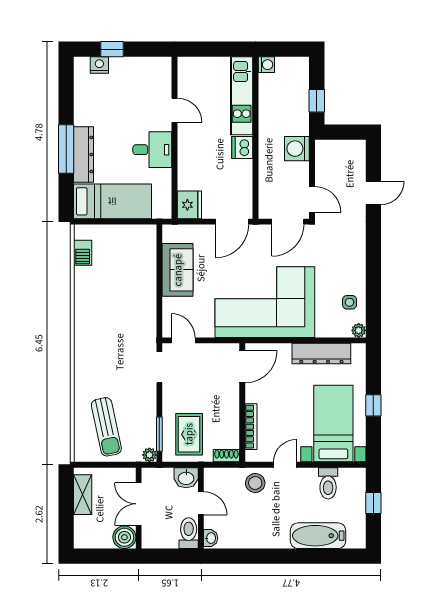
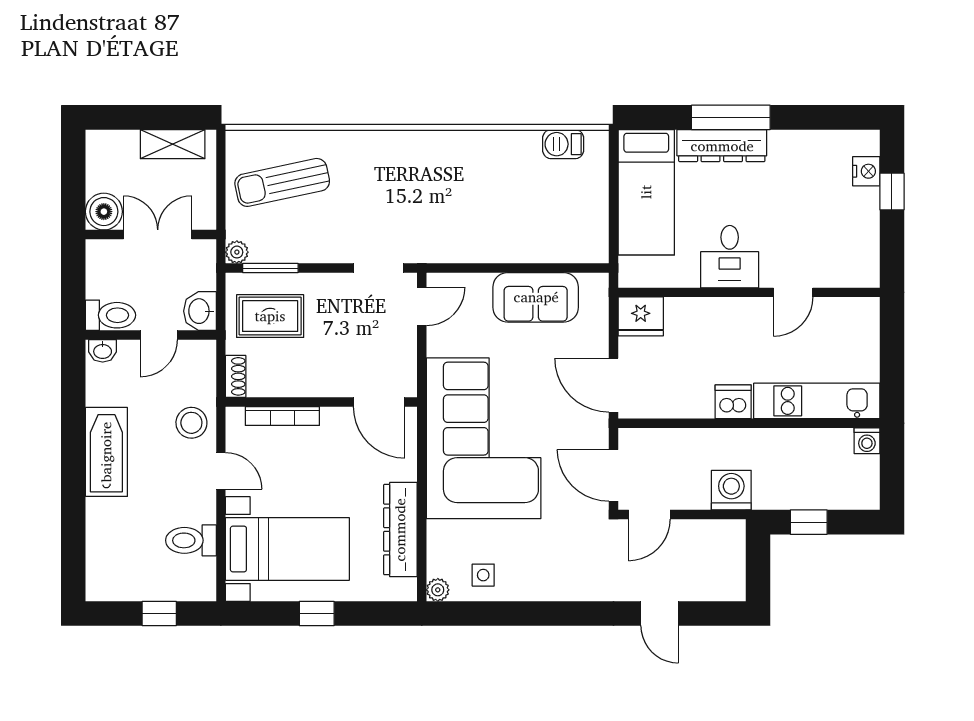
bathtub: (318, 536) -> (106, 452), moved

